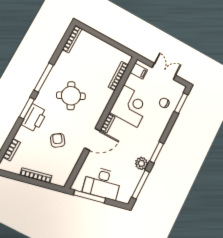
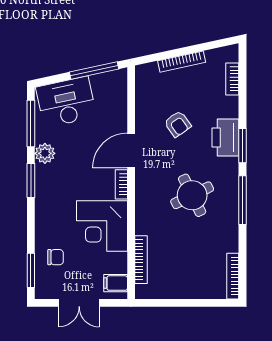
desk: (102, 183) -> (66, 102), moved

